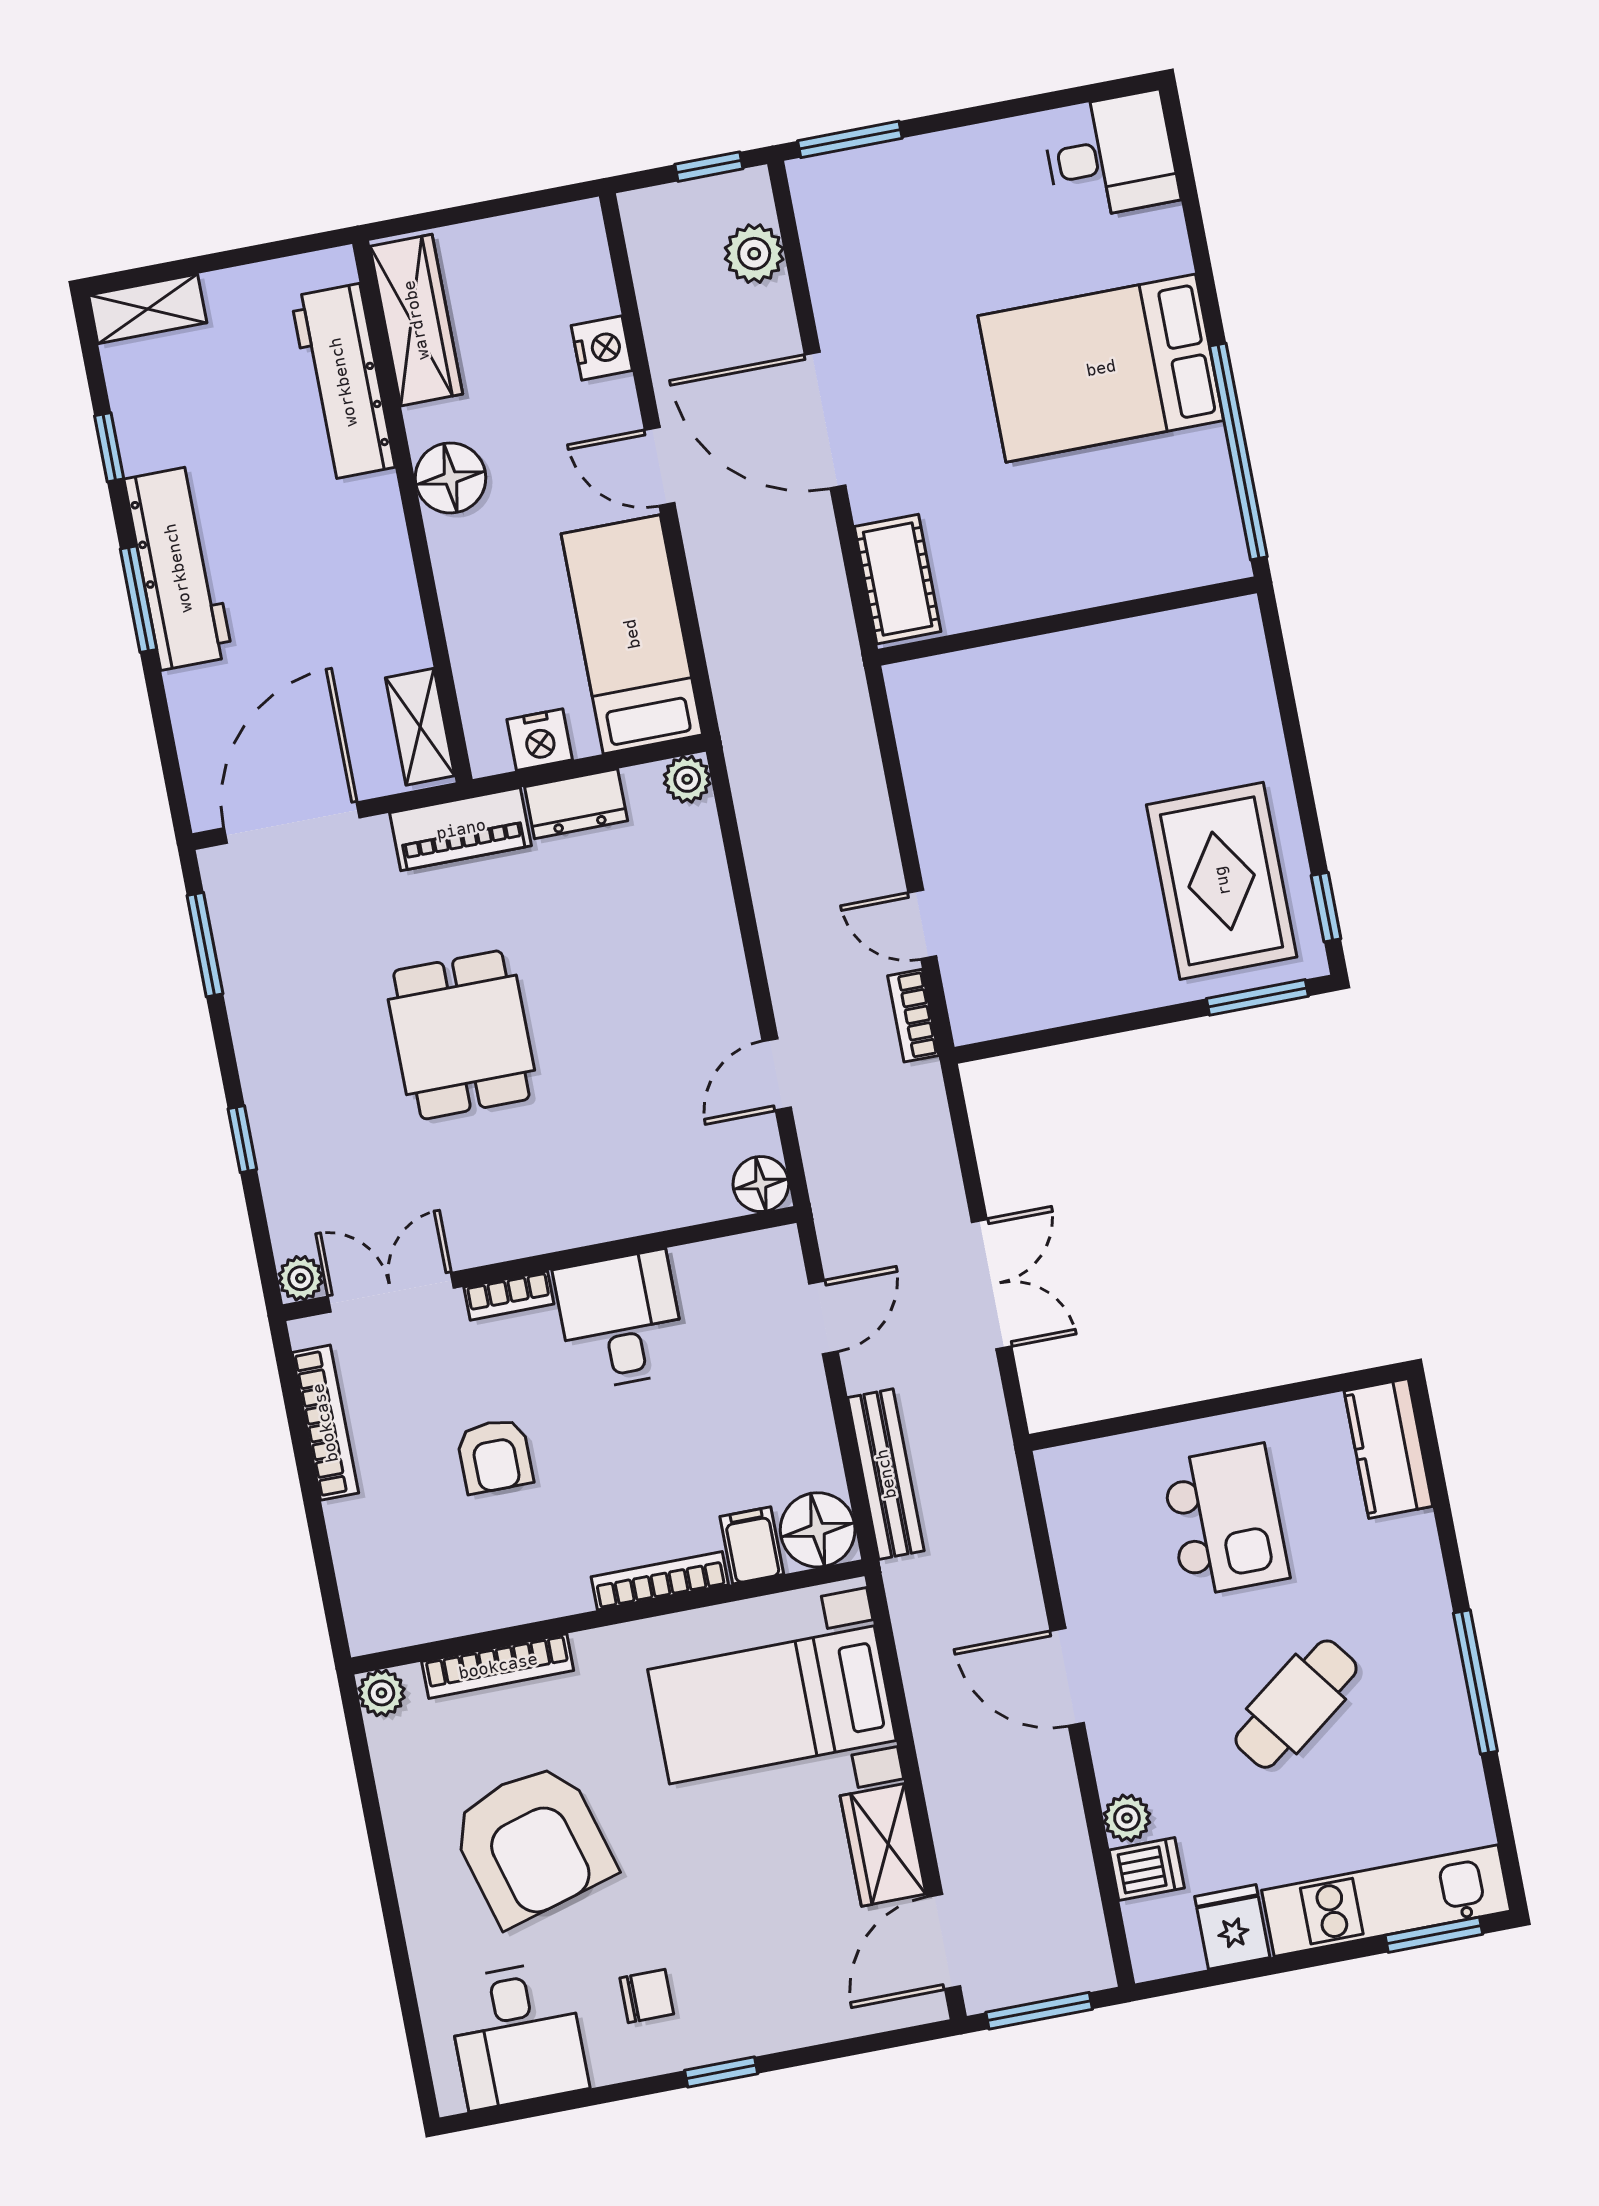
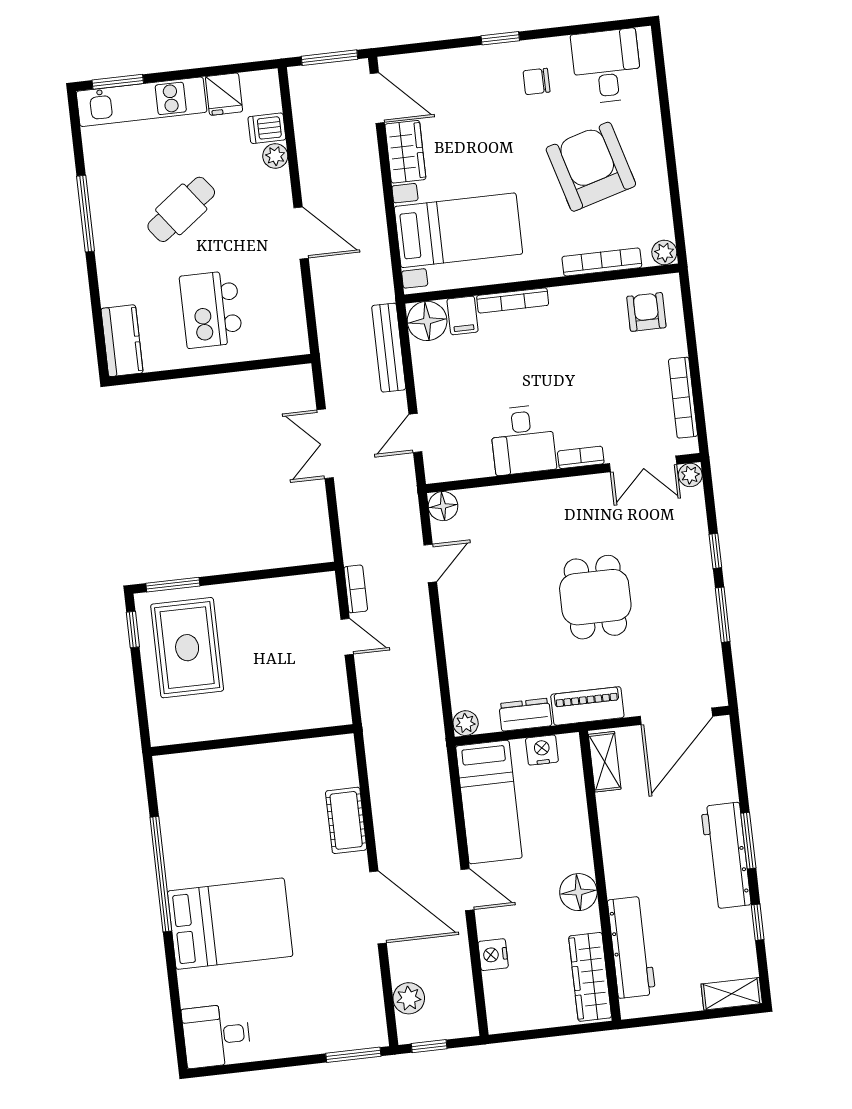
wall: (1067, 621) -> (252, 740), moved
window: (205, 945) -> (723, 615), moved
armchair: (495, 1456) -> (646, 312), moved
door: (944, 1942) -> (377, 98), hinge flipped

